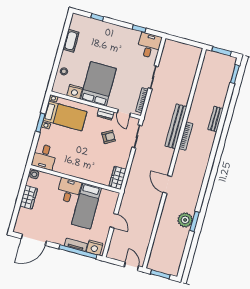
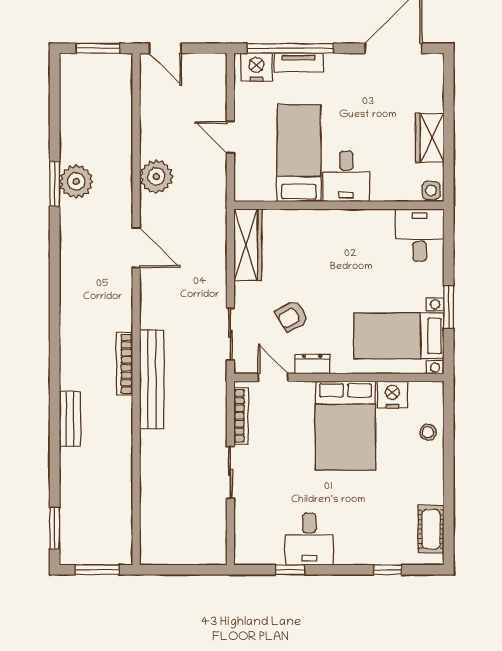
cot: (71, 41) -> (431, 529), moved
desk: (149, 46) -> (309, 539), moved
wardrobe: (118, 178) -> (248, 245), width x1.50
plant: (150, 213) -> (156, 176), added

